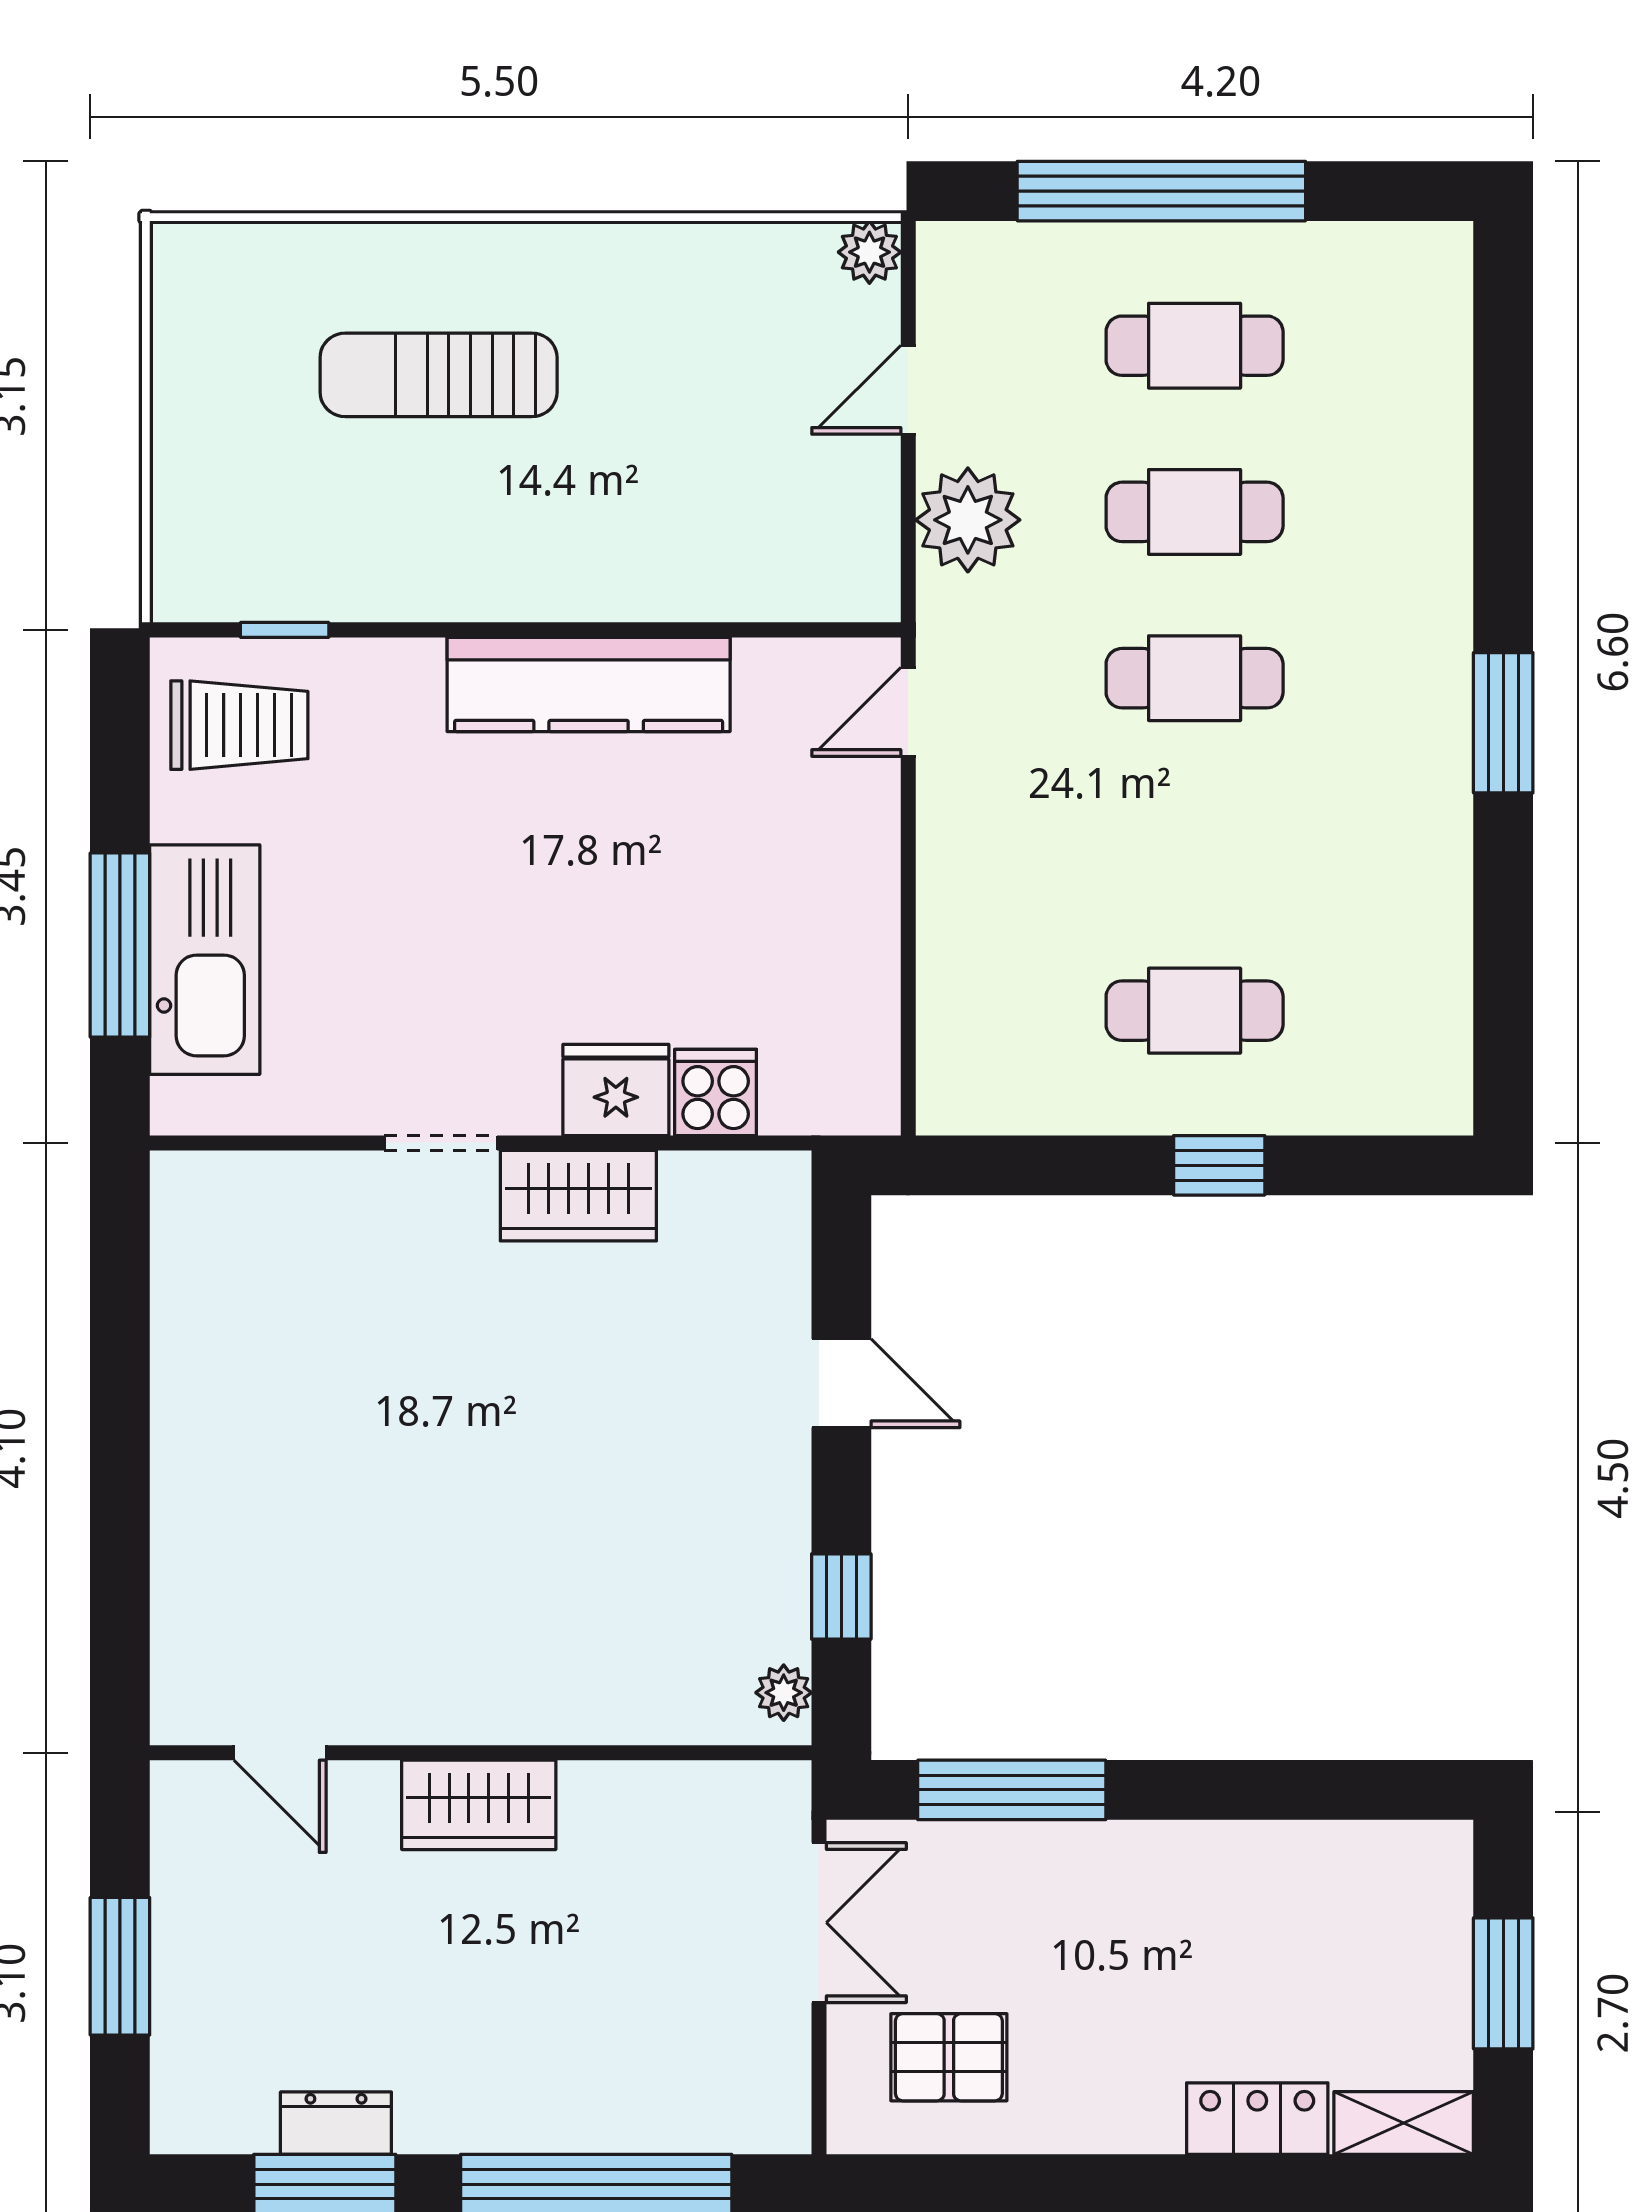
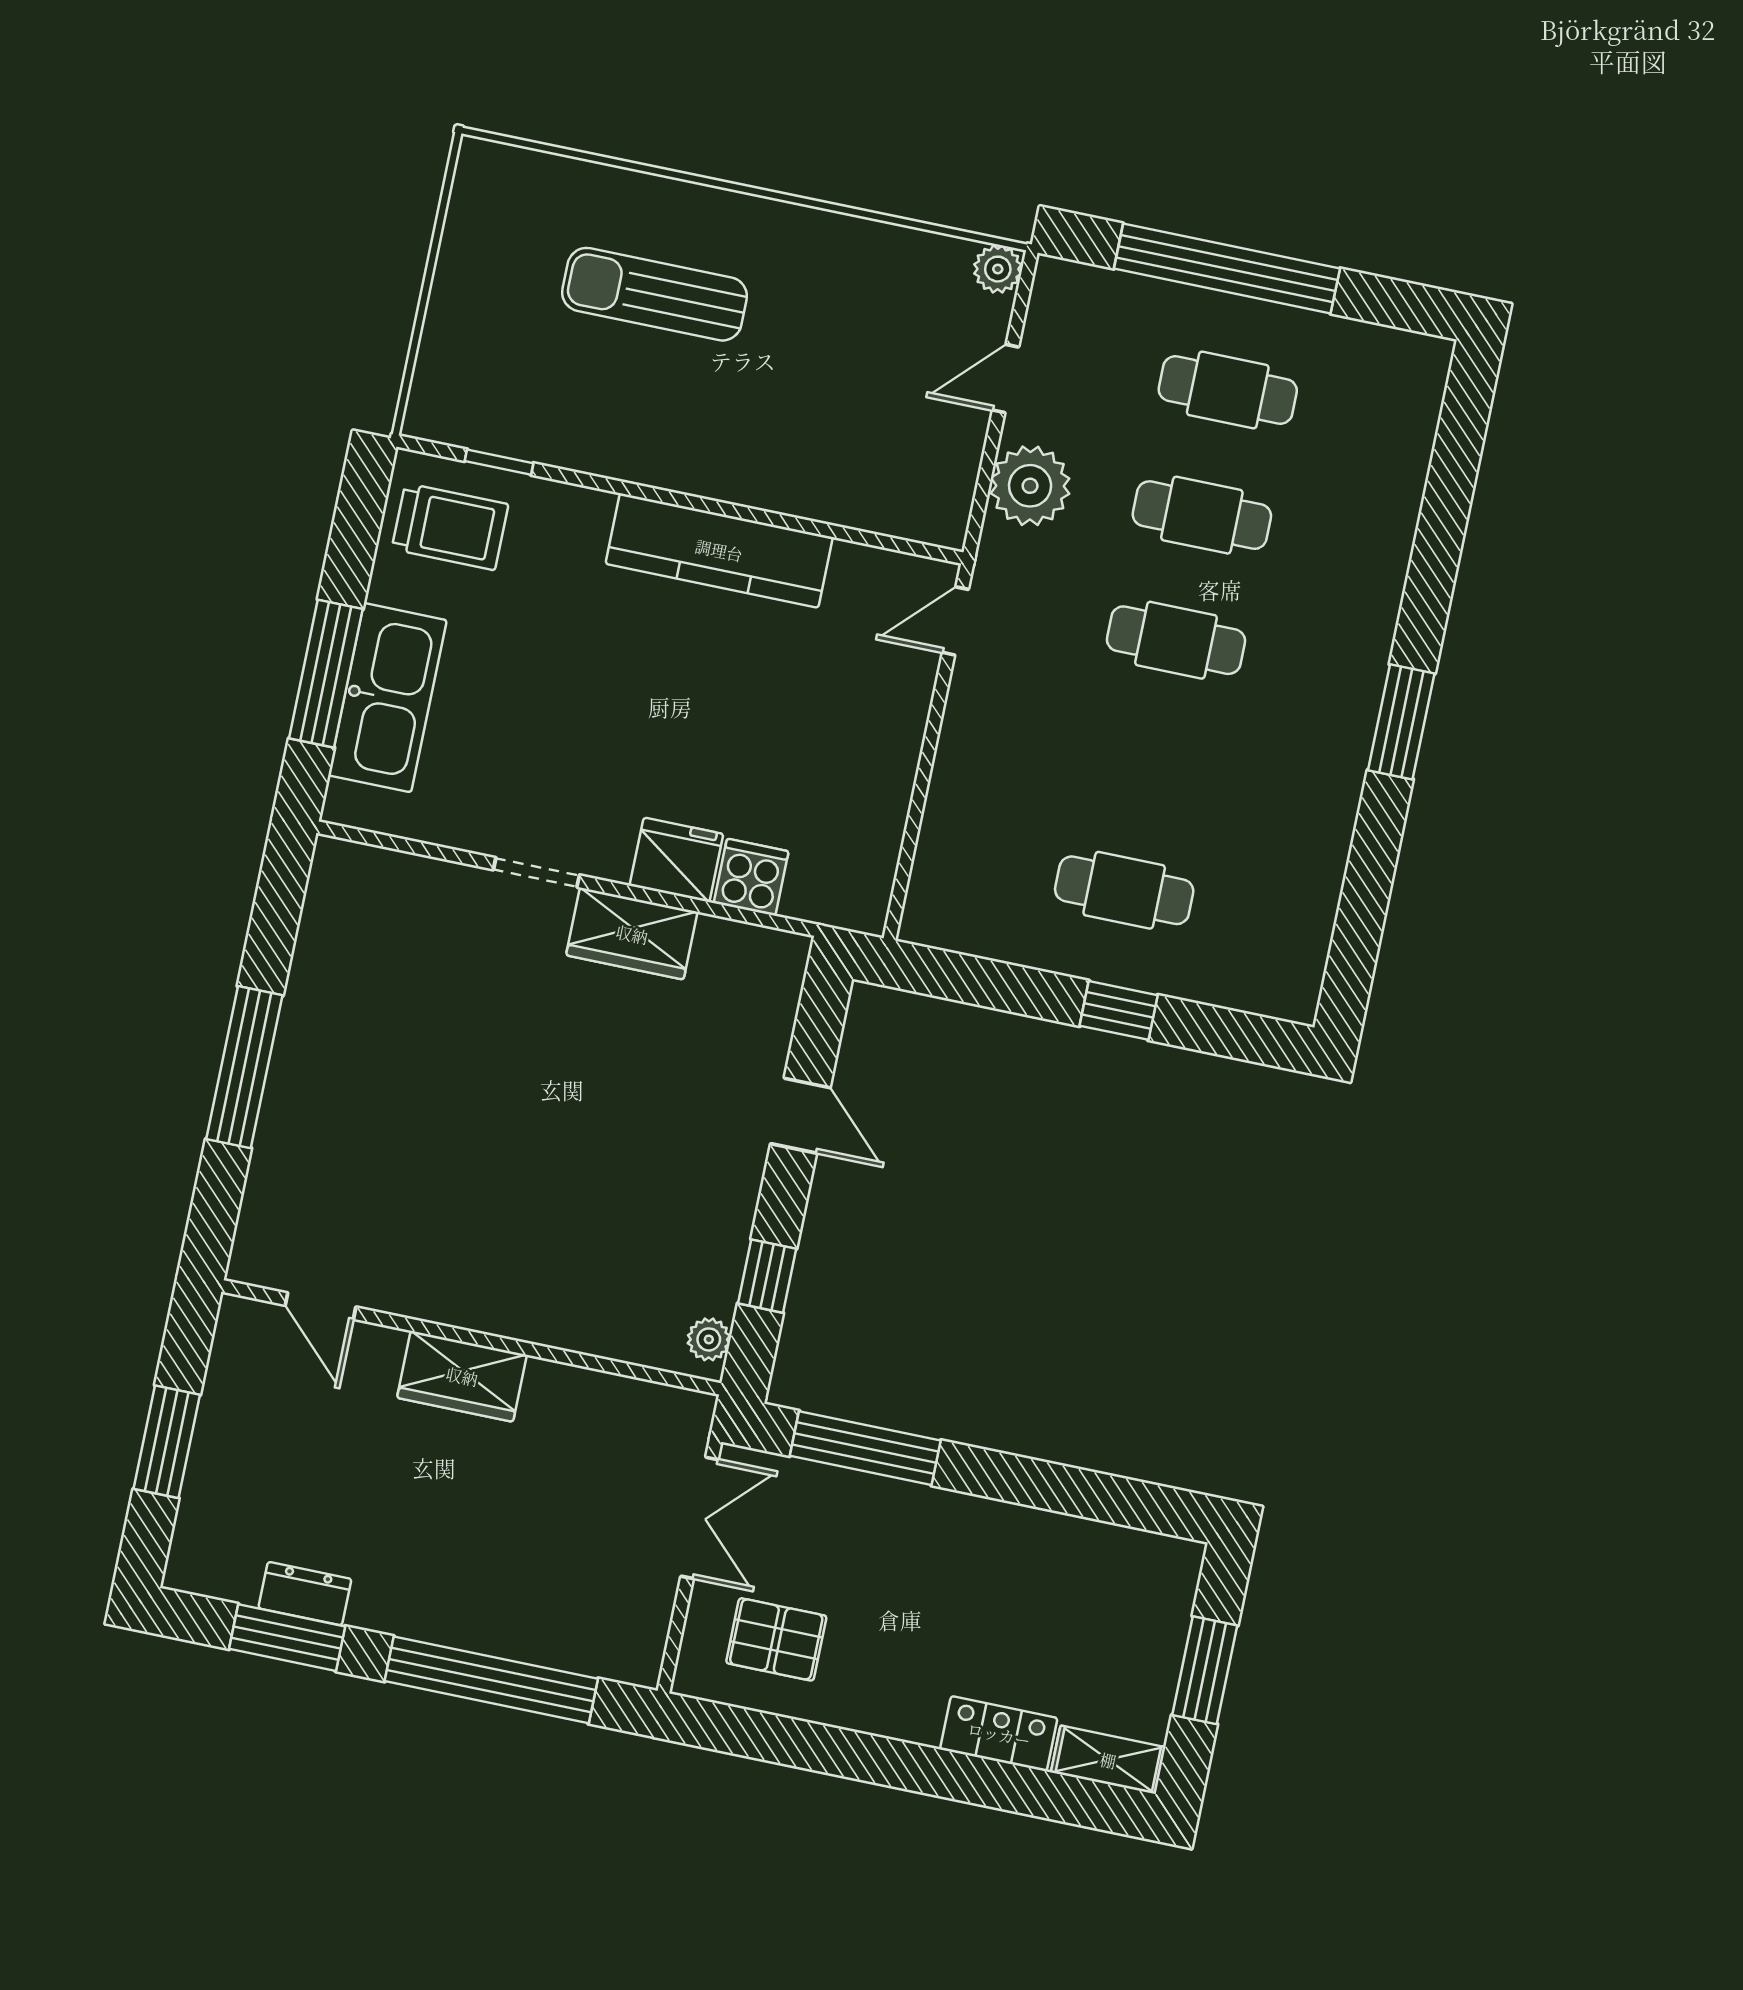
window: (120, 1468) -> (244, 1067), added

